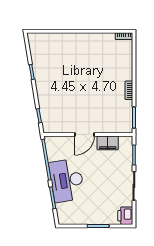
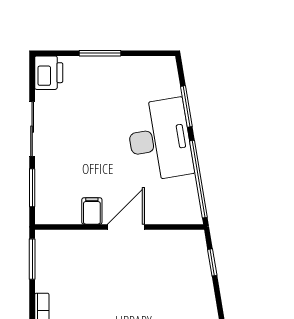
filing cabinet: (108, 143) -> (92, 211), width x0.50

